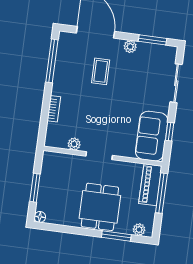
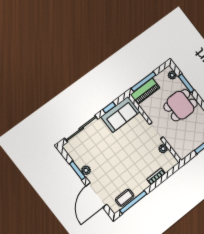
window: (152, 40) -> (77, 171), moved
coffee table: (101, 71) -> (125, 198), moved
sliding door: (176, 83) -> (81, 129), width x1.37

